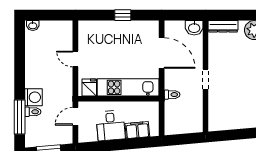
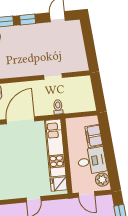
doorway: (205, 79) -> (53, 76), moved
plant: (90, 135) -> (102, 180), added

